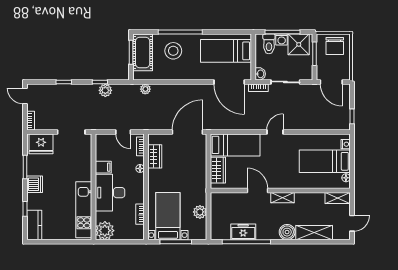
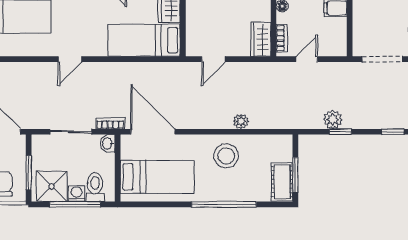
stool: (173, 51) -> (226, 156), moved
cot: (143, 52) -> (282, 182), width x0.73, depth x0.75
plant: (145, 89) -> (241, 121), moved
door: (123, 132) -> (307, 59), hinge flipped
door: (187, 132) -> (213, 59), width x0.53
door: (275, 132) -> (70, 59), moved
wardrobe: (155, 156) -> (261, 39), moved

